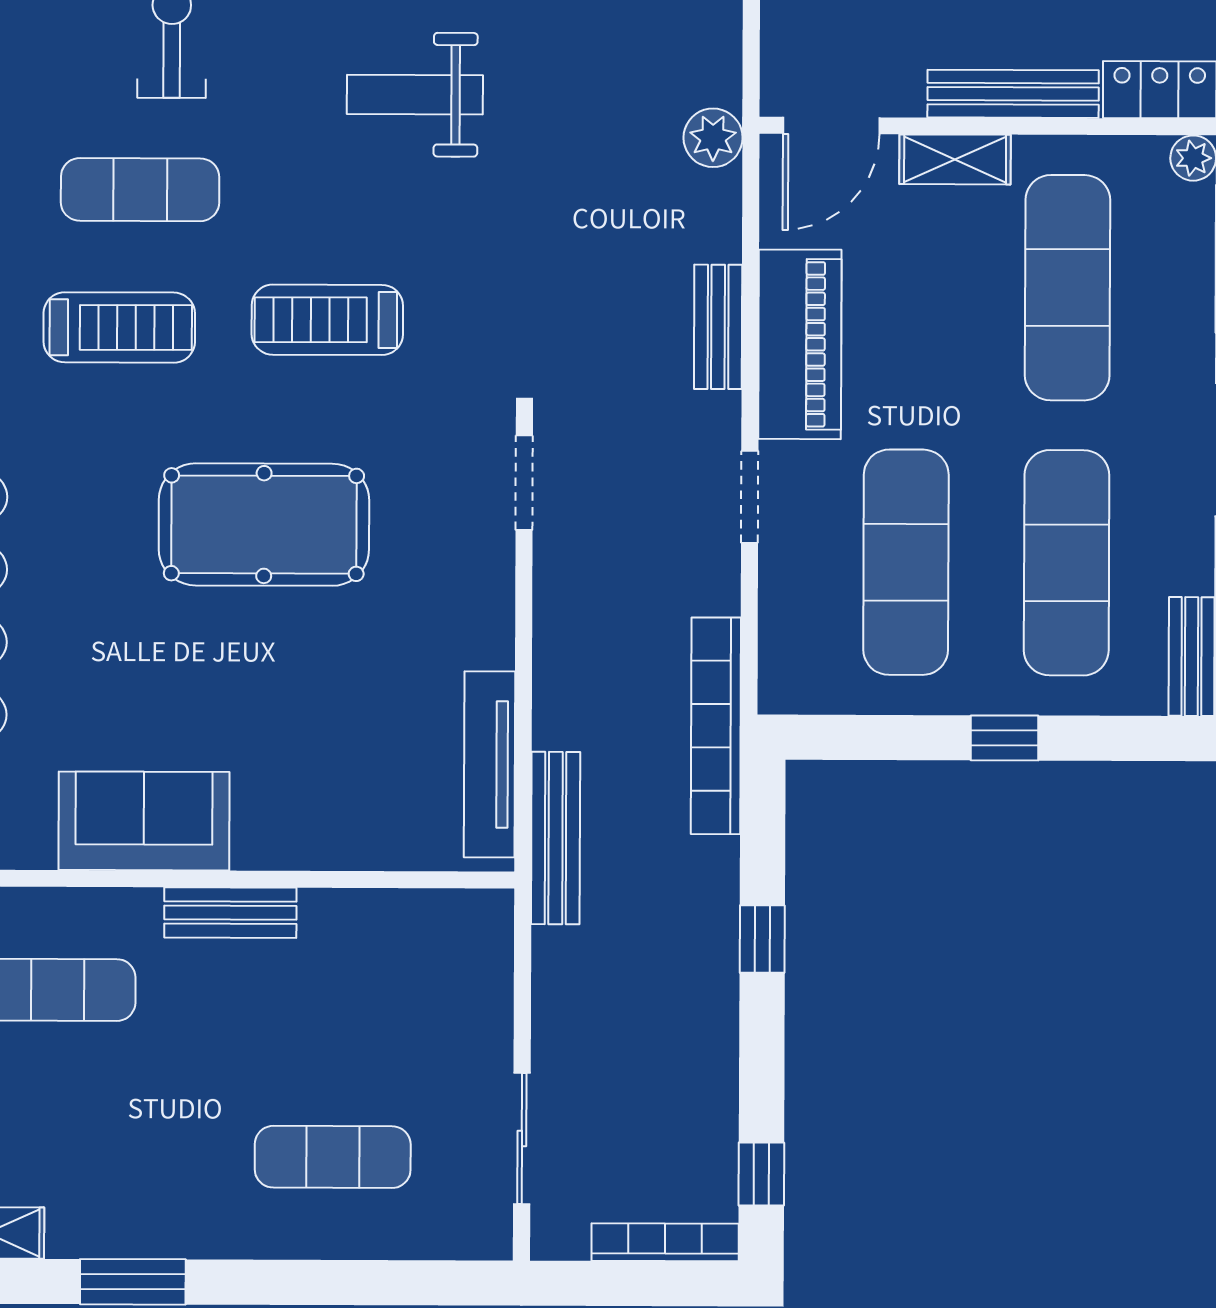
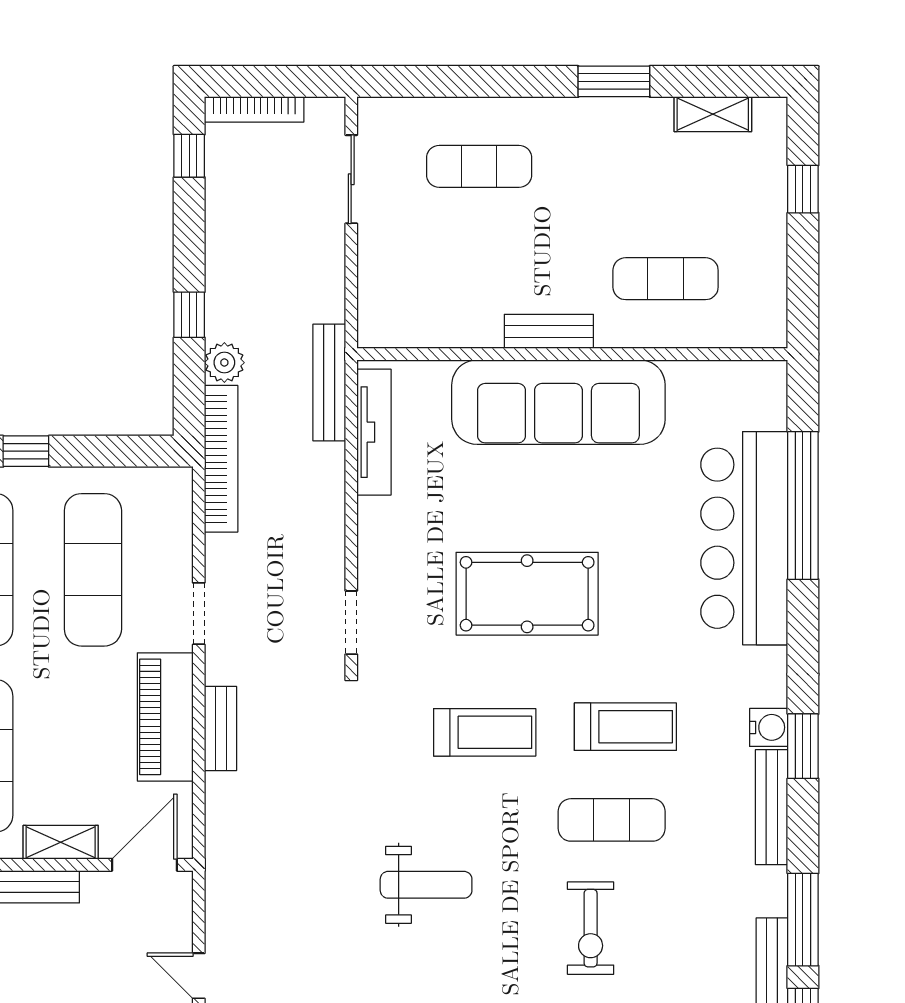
plant: (713, 138) -> (224, 363), moved
treadmill: (119, 327) -> (625, 727), turned 180
sofa: (144, 821) -> (558, 402), width x1.85, depth x1.27

